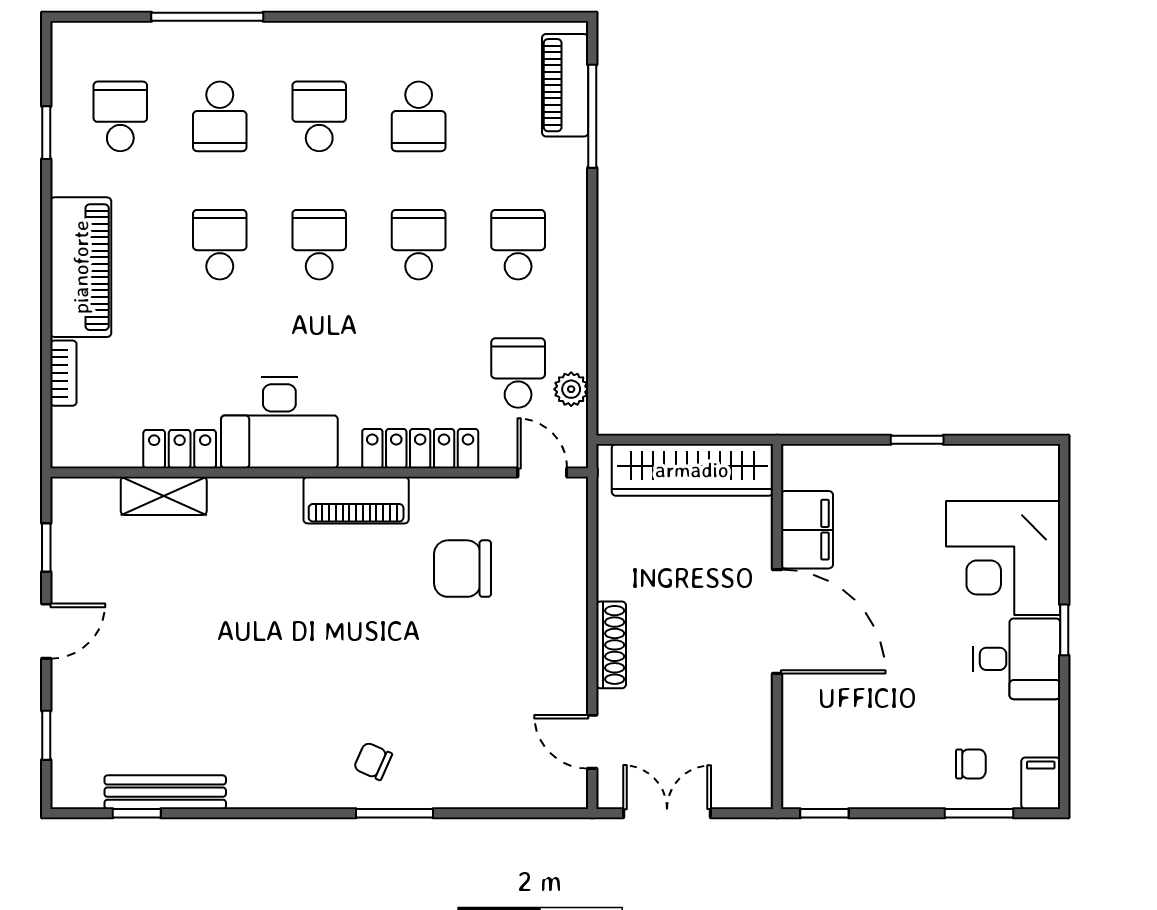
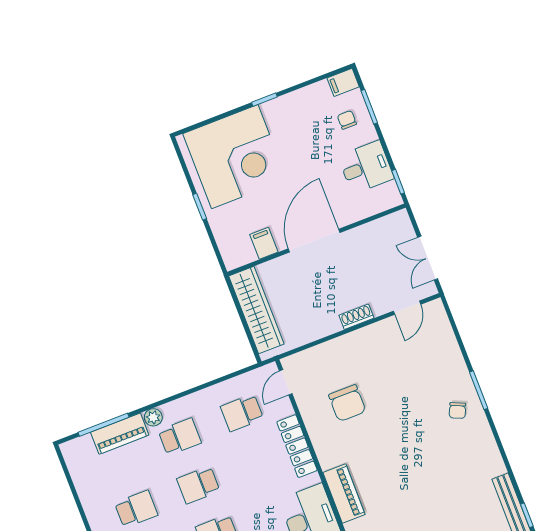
piano: (565, 85) -> (120, 434), moved
school desk: (518, 245) -> (180, 437), turned 180
plant: (571, 389) -> (153, 417), moved
piano: (356, 500) -> (344, 494), moved
filing cabinet: (807, 530) -> (264, 243), width x0.50
corner desk: (1003, 558) -> (235, 157), width x1.36, depth x1.36
shoe rack: (611, 645) -> (356, 317), width x0.70
desk: (1017, 659) -> (366, 167), moved, turned 90

